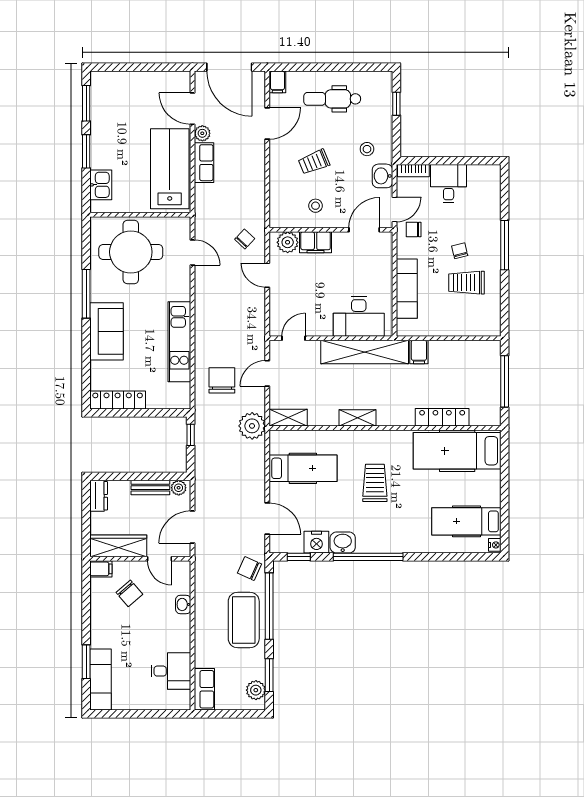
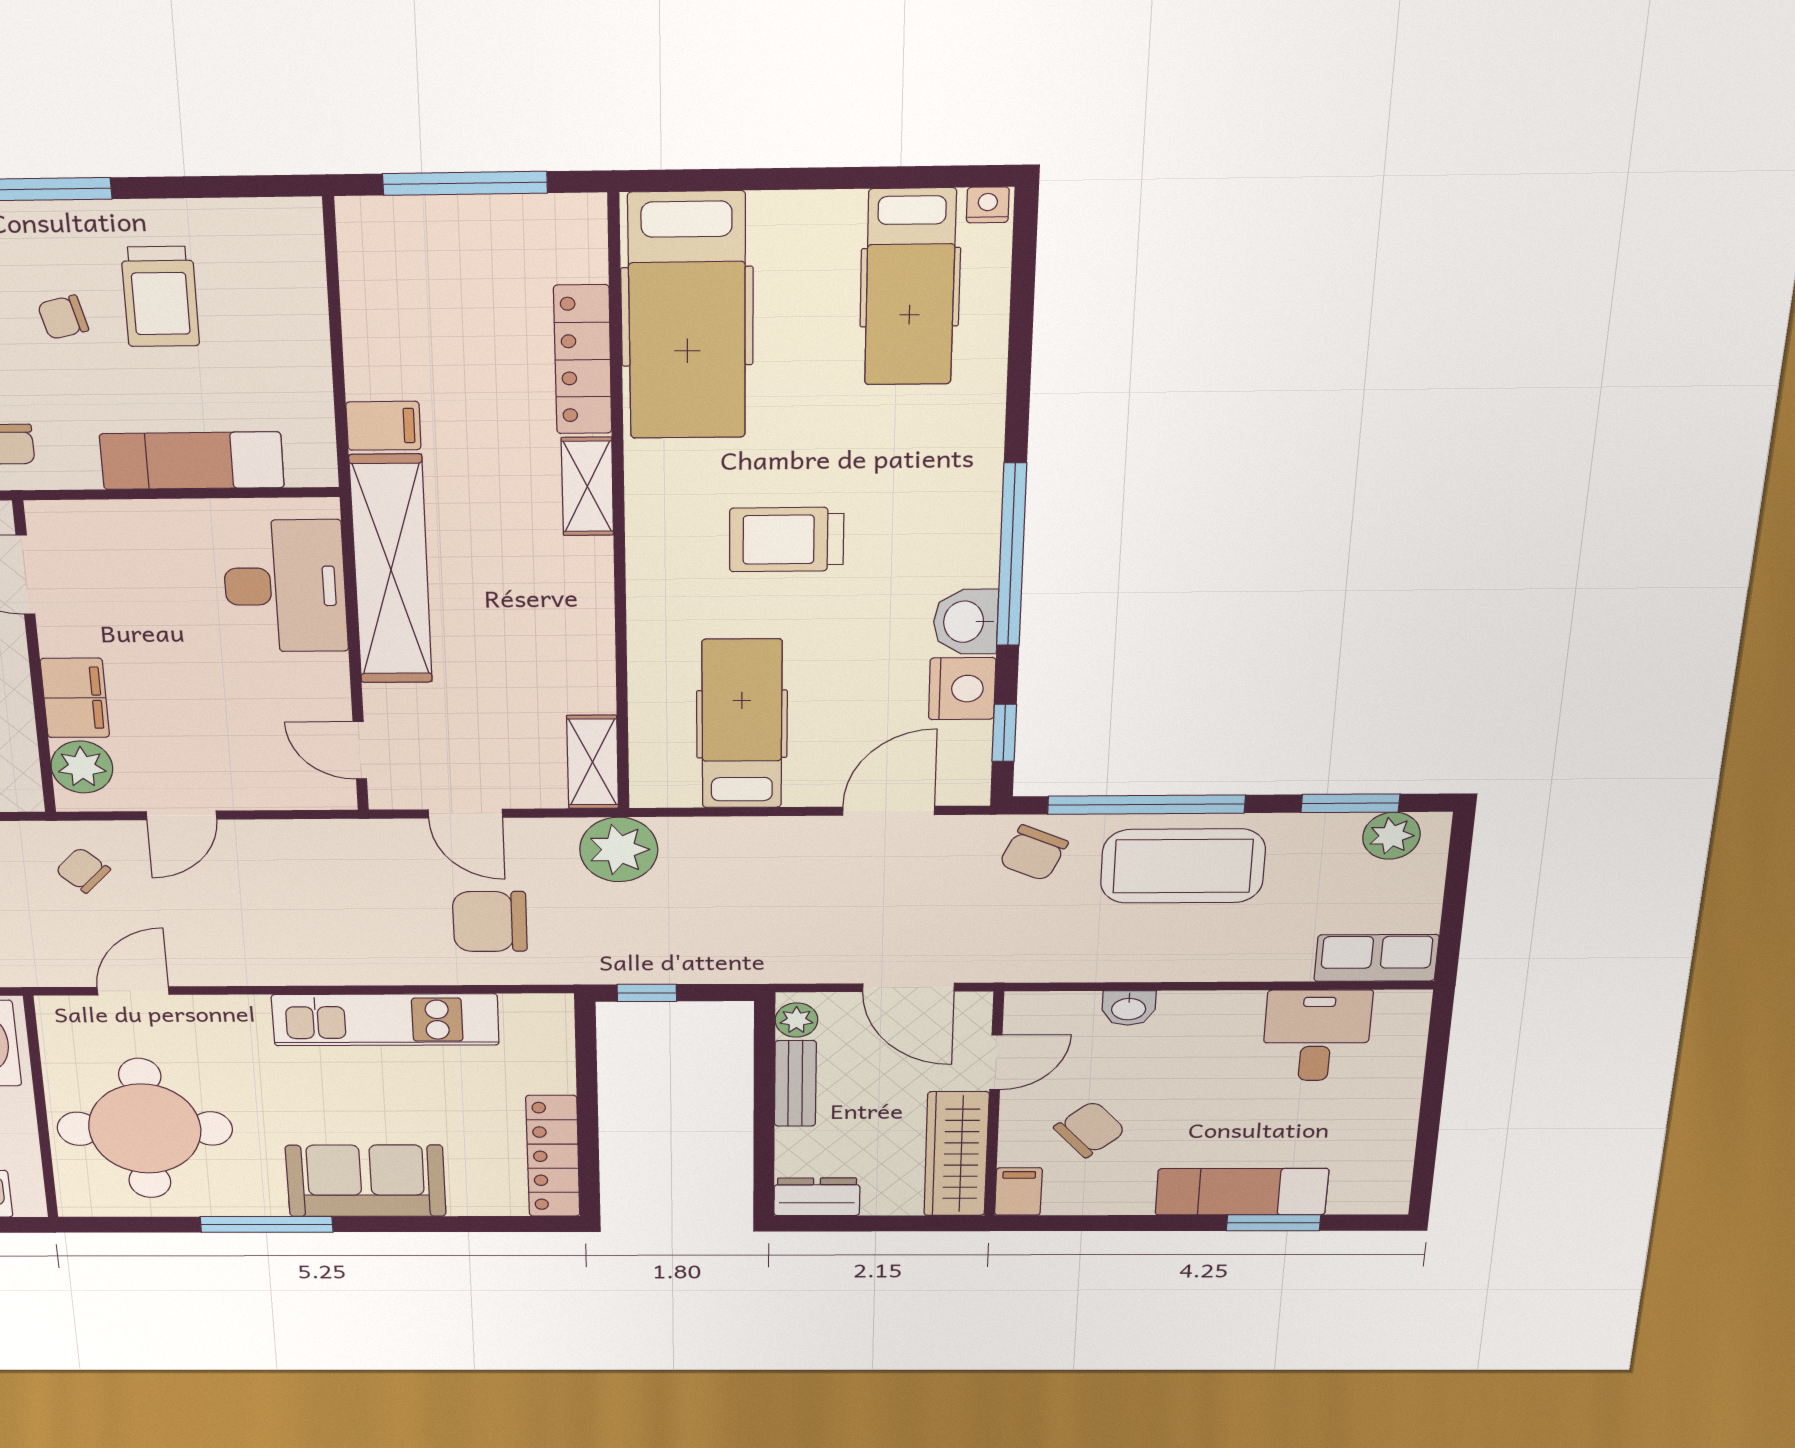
shelving: (357, 418) -> (587, 487), moved
exam couch: (101, 680) -> (1242, 1192), moved

